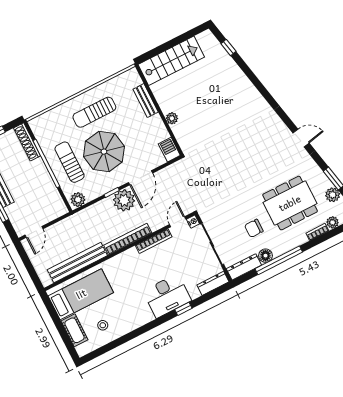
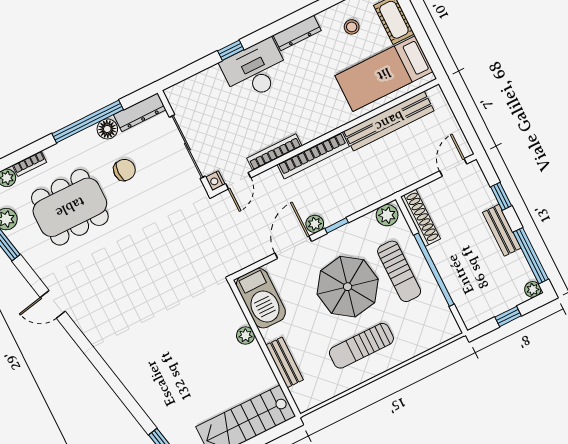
sun lounger: (94, 112) -> (361, 346), turned 180
shoe rack: (27, 142) -> (420, 218), moved
barbecue: (169, 150) -> (261, 298), width x1.88, depth x1.53
plant: (124, 200) -> (315, 224), width x0.53, depth x0.53
dresser: (213, 283) -> (297, 33), moved

